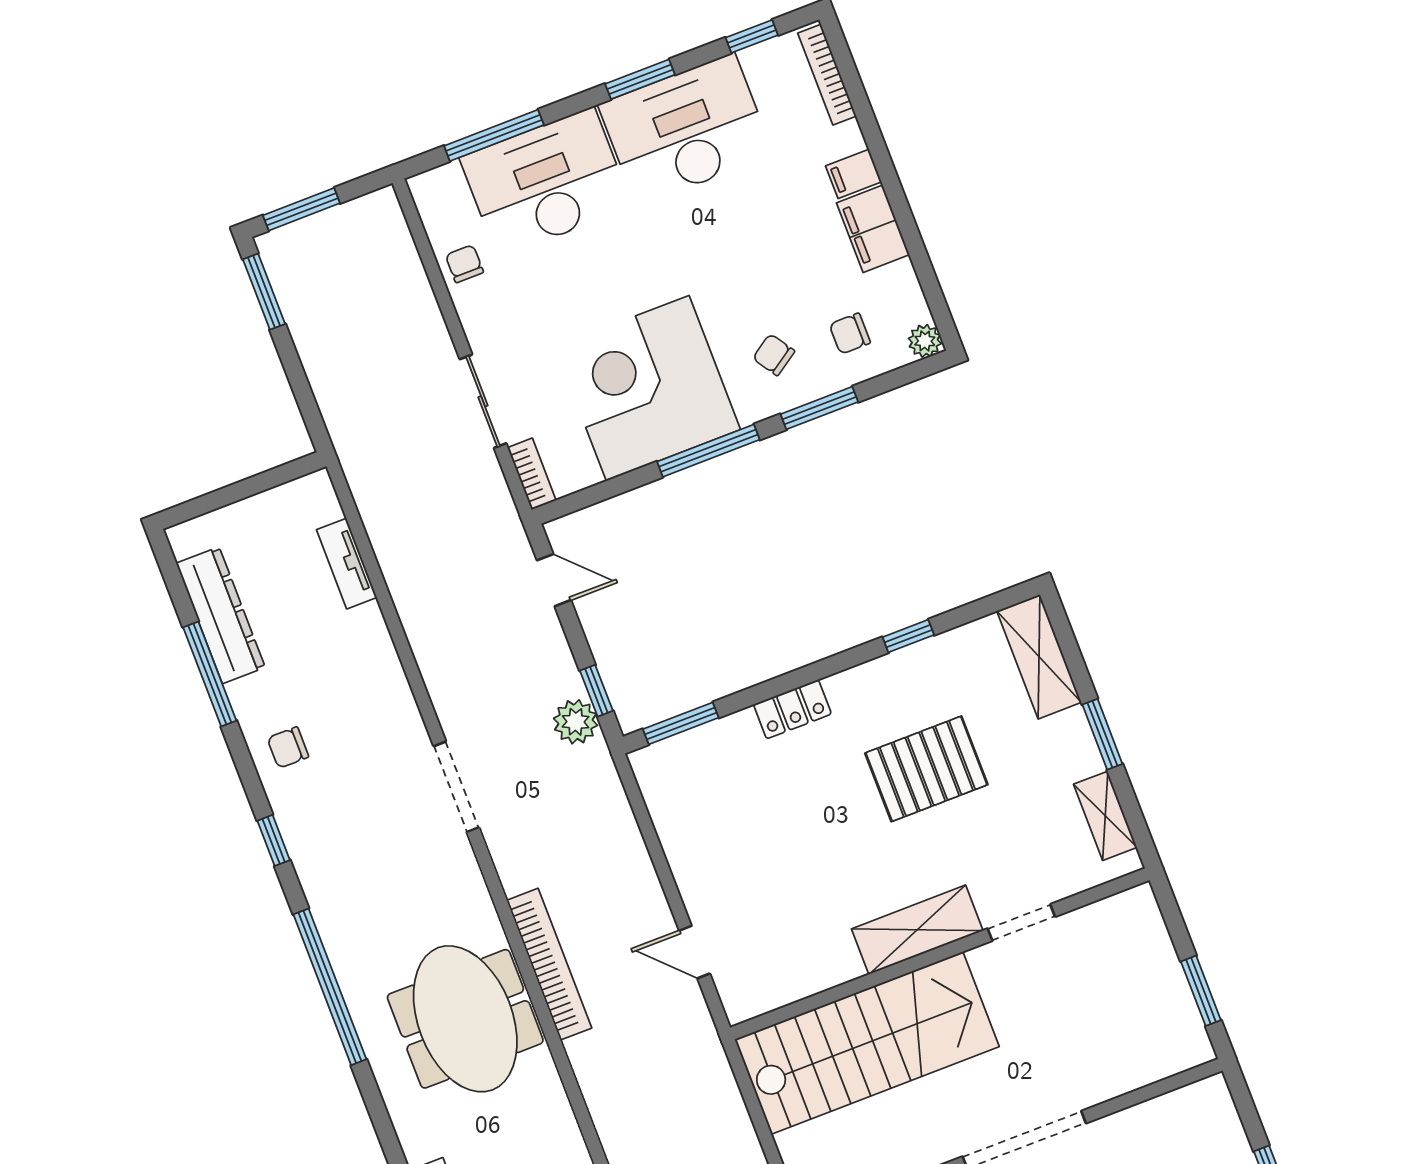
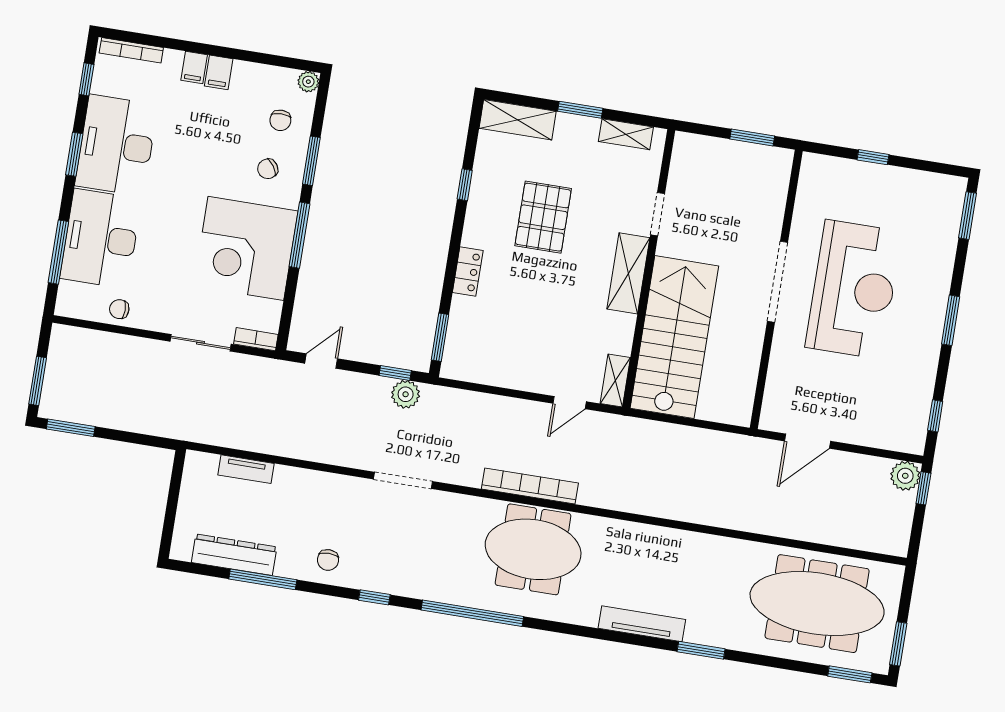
filing cabinet: (873, 229) -> (219, 72), width x0.50
shelving: (761, 997) -> (615, 381), added

